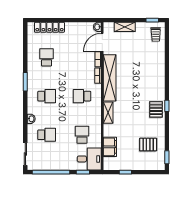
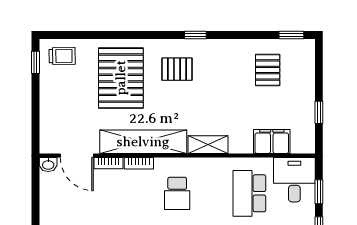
shelving: (125, 27) -> (48, 114), removed
pallet: (144, 66) -> (121, 78), added
pallet: (156, 109) -> (177, 69), moved
school desk: (82, 135) -> (249, 193), width x1.85

